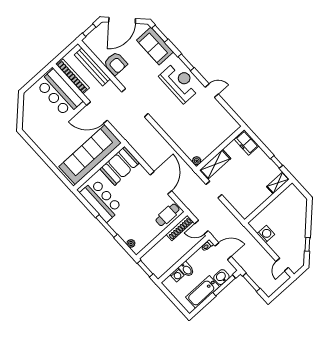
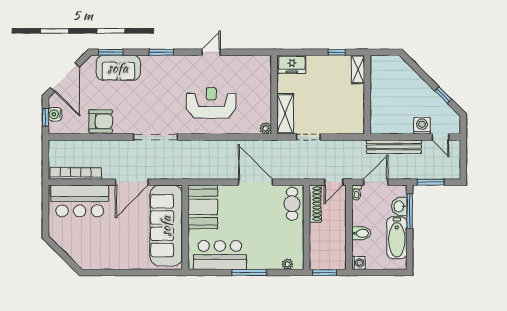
water cooler: (96, 34) -> (55, 114), added
bench: (92, 67) -> (394, 147), moved
reception desk: (180, 82) -> (211, 103), moved
washing machine: (266, 234) -> (422, 126), moved
washing machine: (177, 275) -> (358, 263), moved

